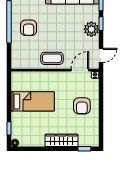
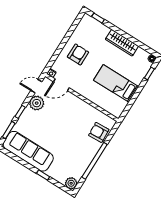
armchair: (29, 28) -> (99, 132), moved, turned -93
plant: (91, 29) -> (37, 103), moved
coffee table: (52, 58) -> (78, 109), removed
wardrobe: (61, 140) -> (122, 43), moved

